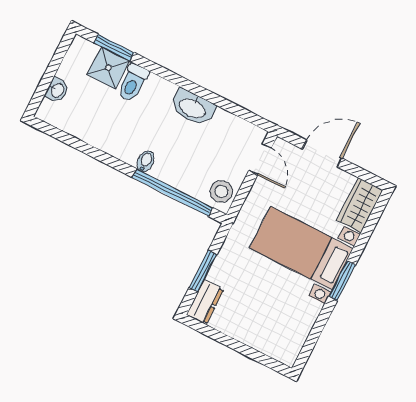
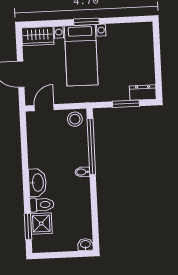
washbasin: (57, 90) -> (85, 245), moved
washbasin: (193, 108) -> (37, 183), moved

